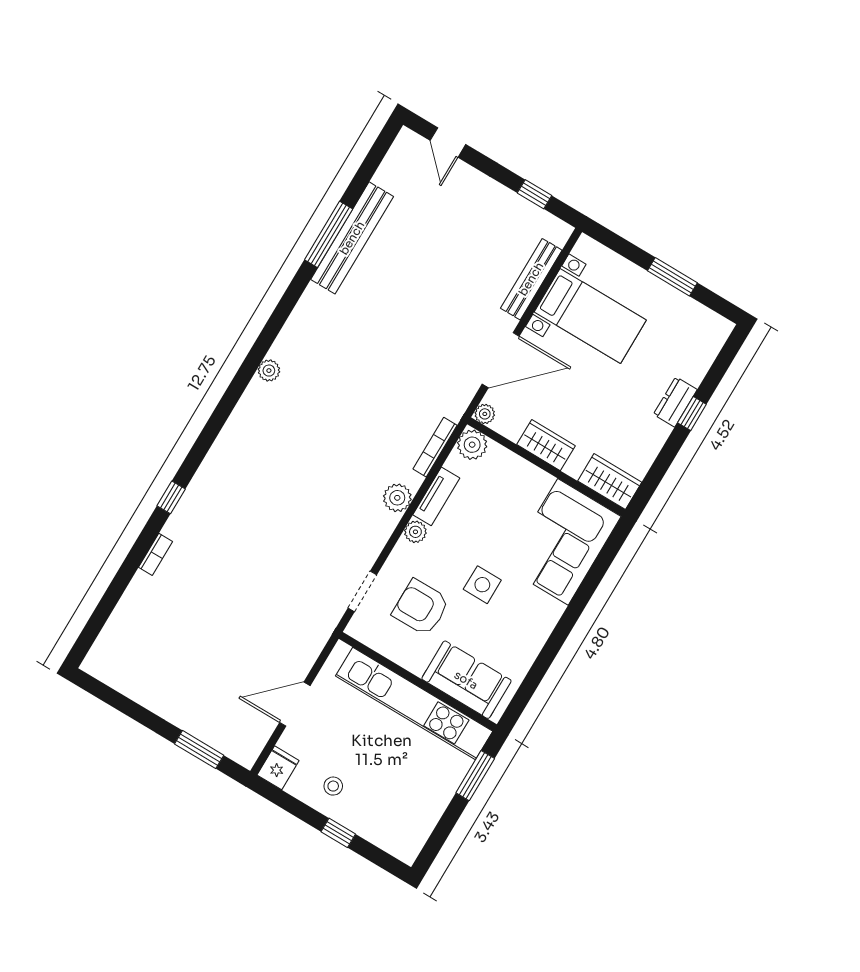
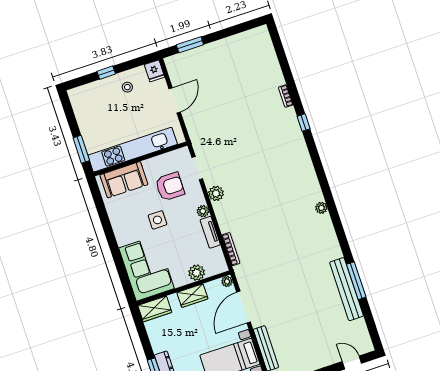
plant: (472, 445) -> (197, 273), moved
plant: (397, 498) -> (216, 193), moved

